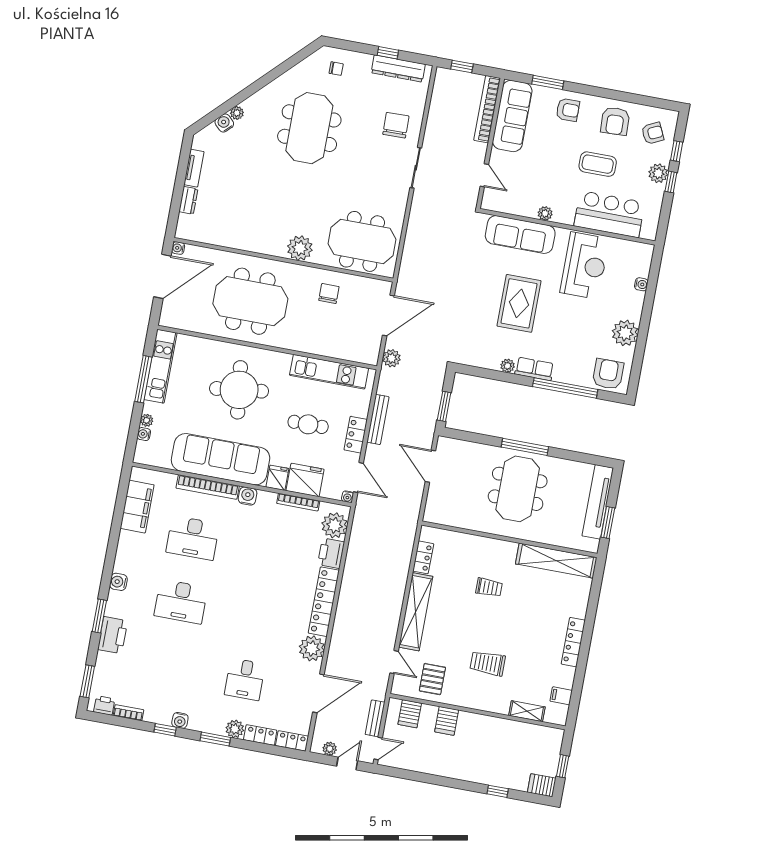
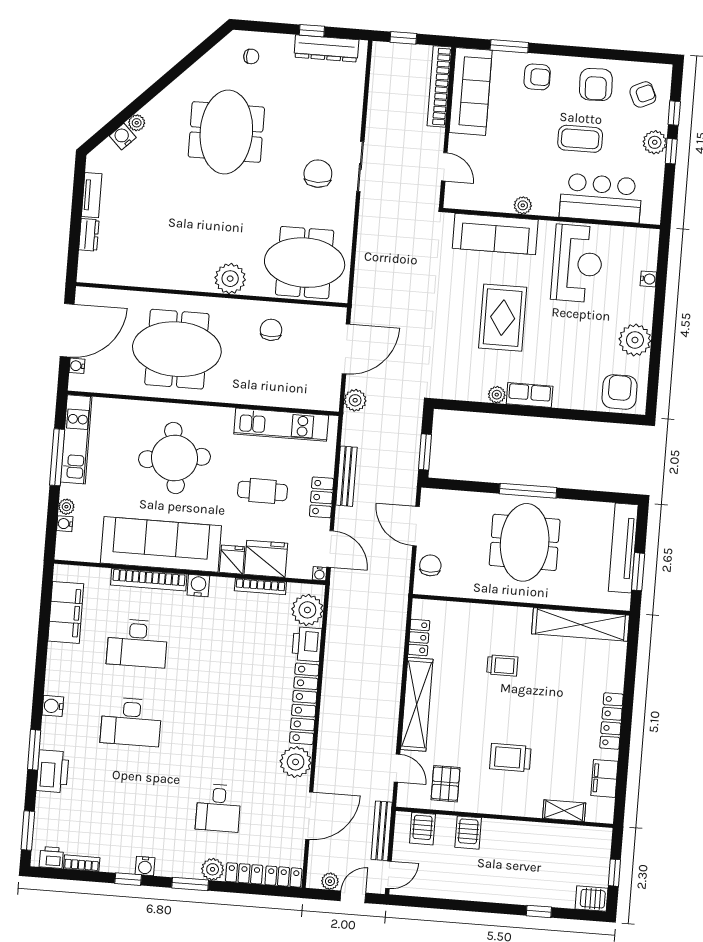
chair: (396, 125) -> (318, 174), moved
water cooler: (178, 248) -> (77, 366), moved
window: (565, 388) -> (569, 414), removed
chair: (439, 500) -> (430, 565), added
filing cabinet: (561, 696) -> (604, 778), width x2.00
bench: (375, 718) -> (382, 831), width x1.36

